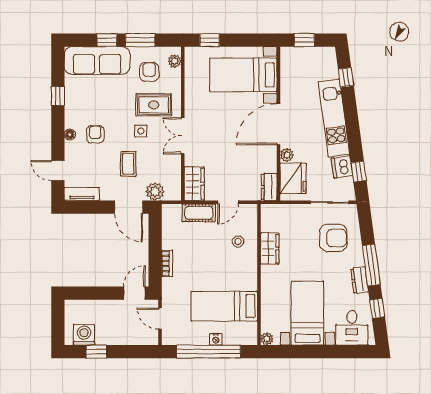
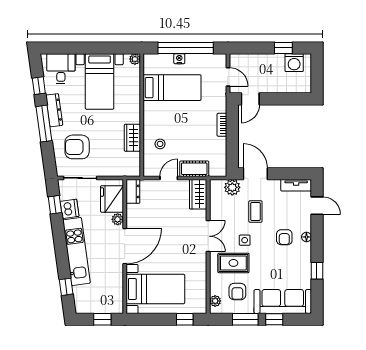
dresser: (359, 280) -> (54, 110), width x1.44

